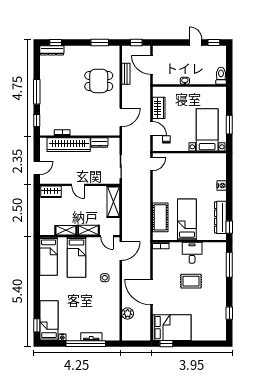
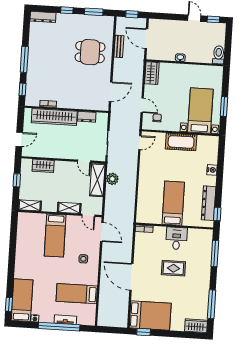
window: (56, 42) -> (67, 10), moved
wardrobe: (159, 108) -> (152, 73), moved
door: (78, 185) -> (84, 161), moved
wardrobe: (51, 192) -> (43, 166), moved
window: (37, 207) -> (17, 180), added
cot: (160, 217) -> (181, 142), moved, turned 90
shelving: (66, 230) -> (30, 205), moved
door: (121, 251) -> (102, 232), hinge flipped
bed: (48, 256) -> (77, 294), moved, turned 90
plant: (128, 313) -> (112, 179), moved
window: (229, 313) -> (212, 304), width x2.17
wardrobe: (216, 334) -> (196, 326), added

